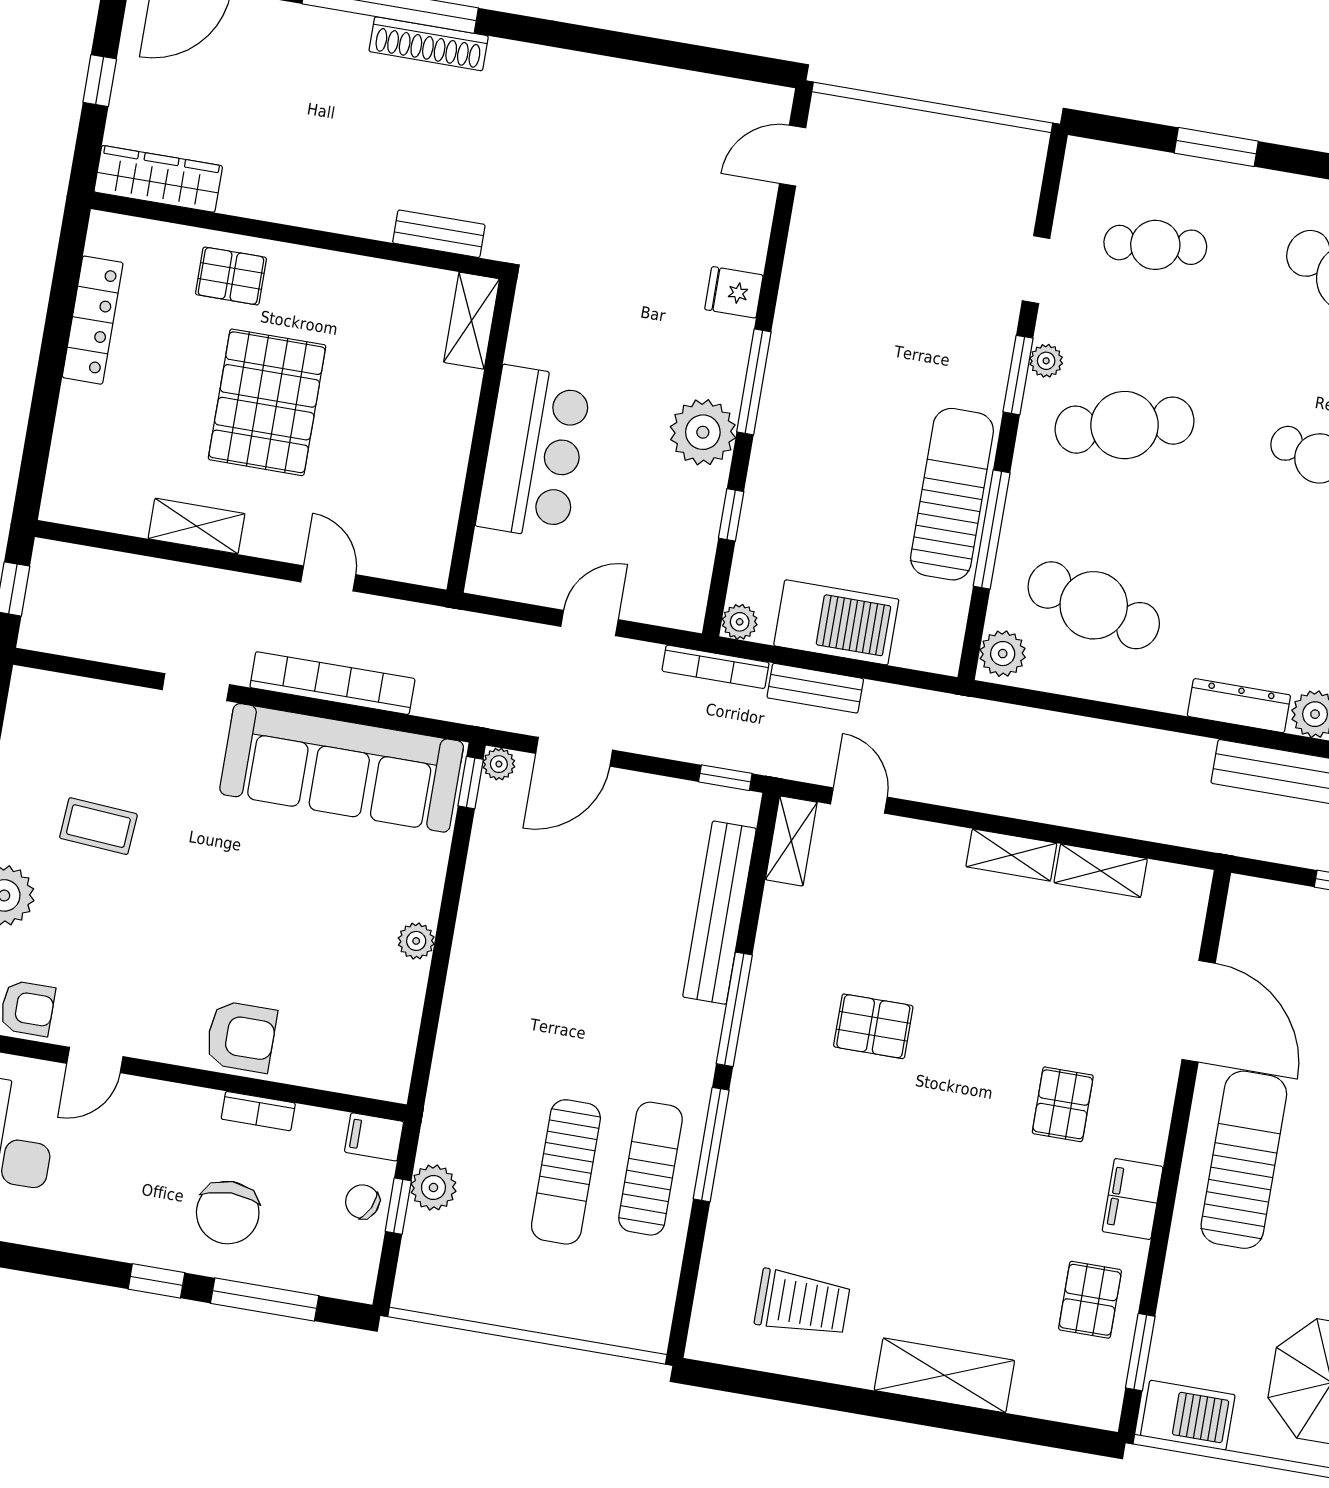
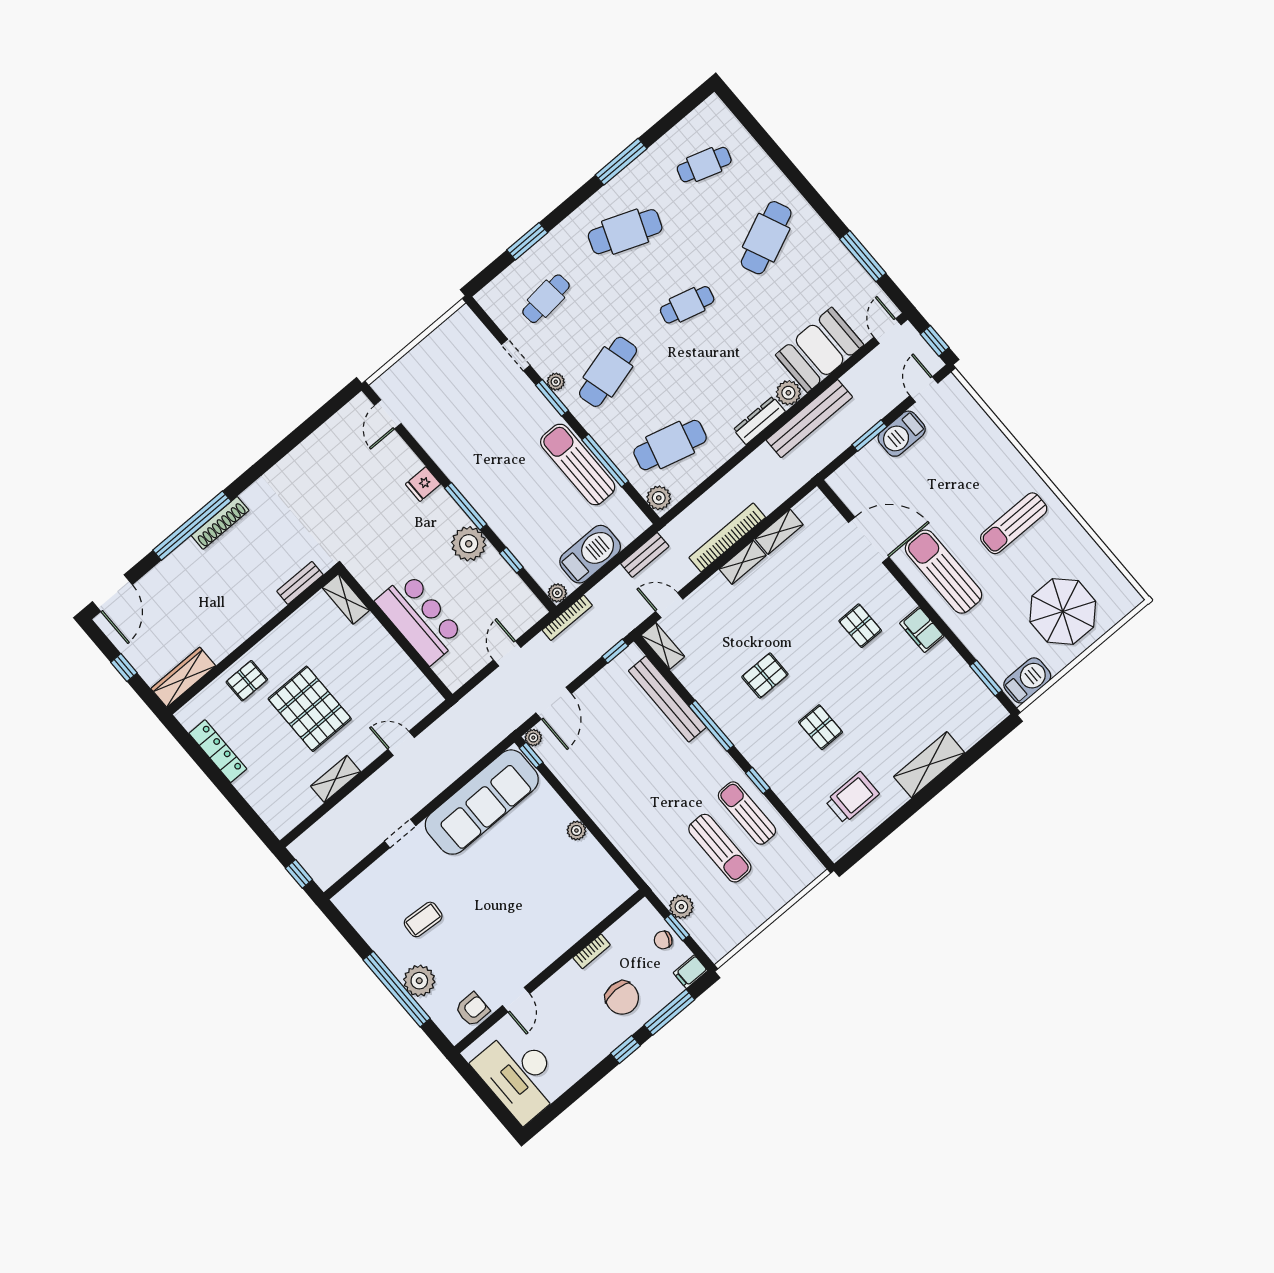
bookcase: (332, 683) -> (727, 538), moved
bench: (815, 688) -> (645, 555), moved
armchair: (241, 1037) -> (556, 933), removed
filing cabinet: (374, 1137) -> (690, 972), moved
window: (711, 1145) -> (758, 781), width x0.46
pallet: (1090, 1300) -> (820, 727), moved

